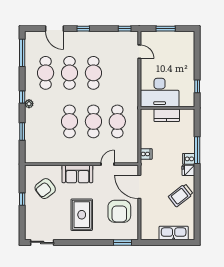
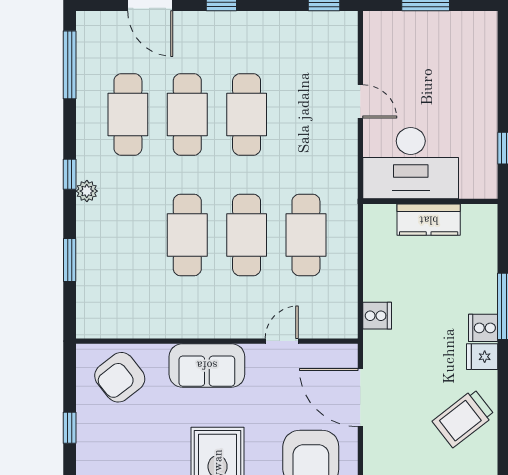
door: (139, 52) -> (360, 101), moved
armchair: (45, 189) -> (120, 377), moved

